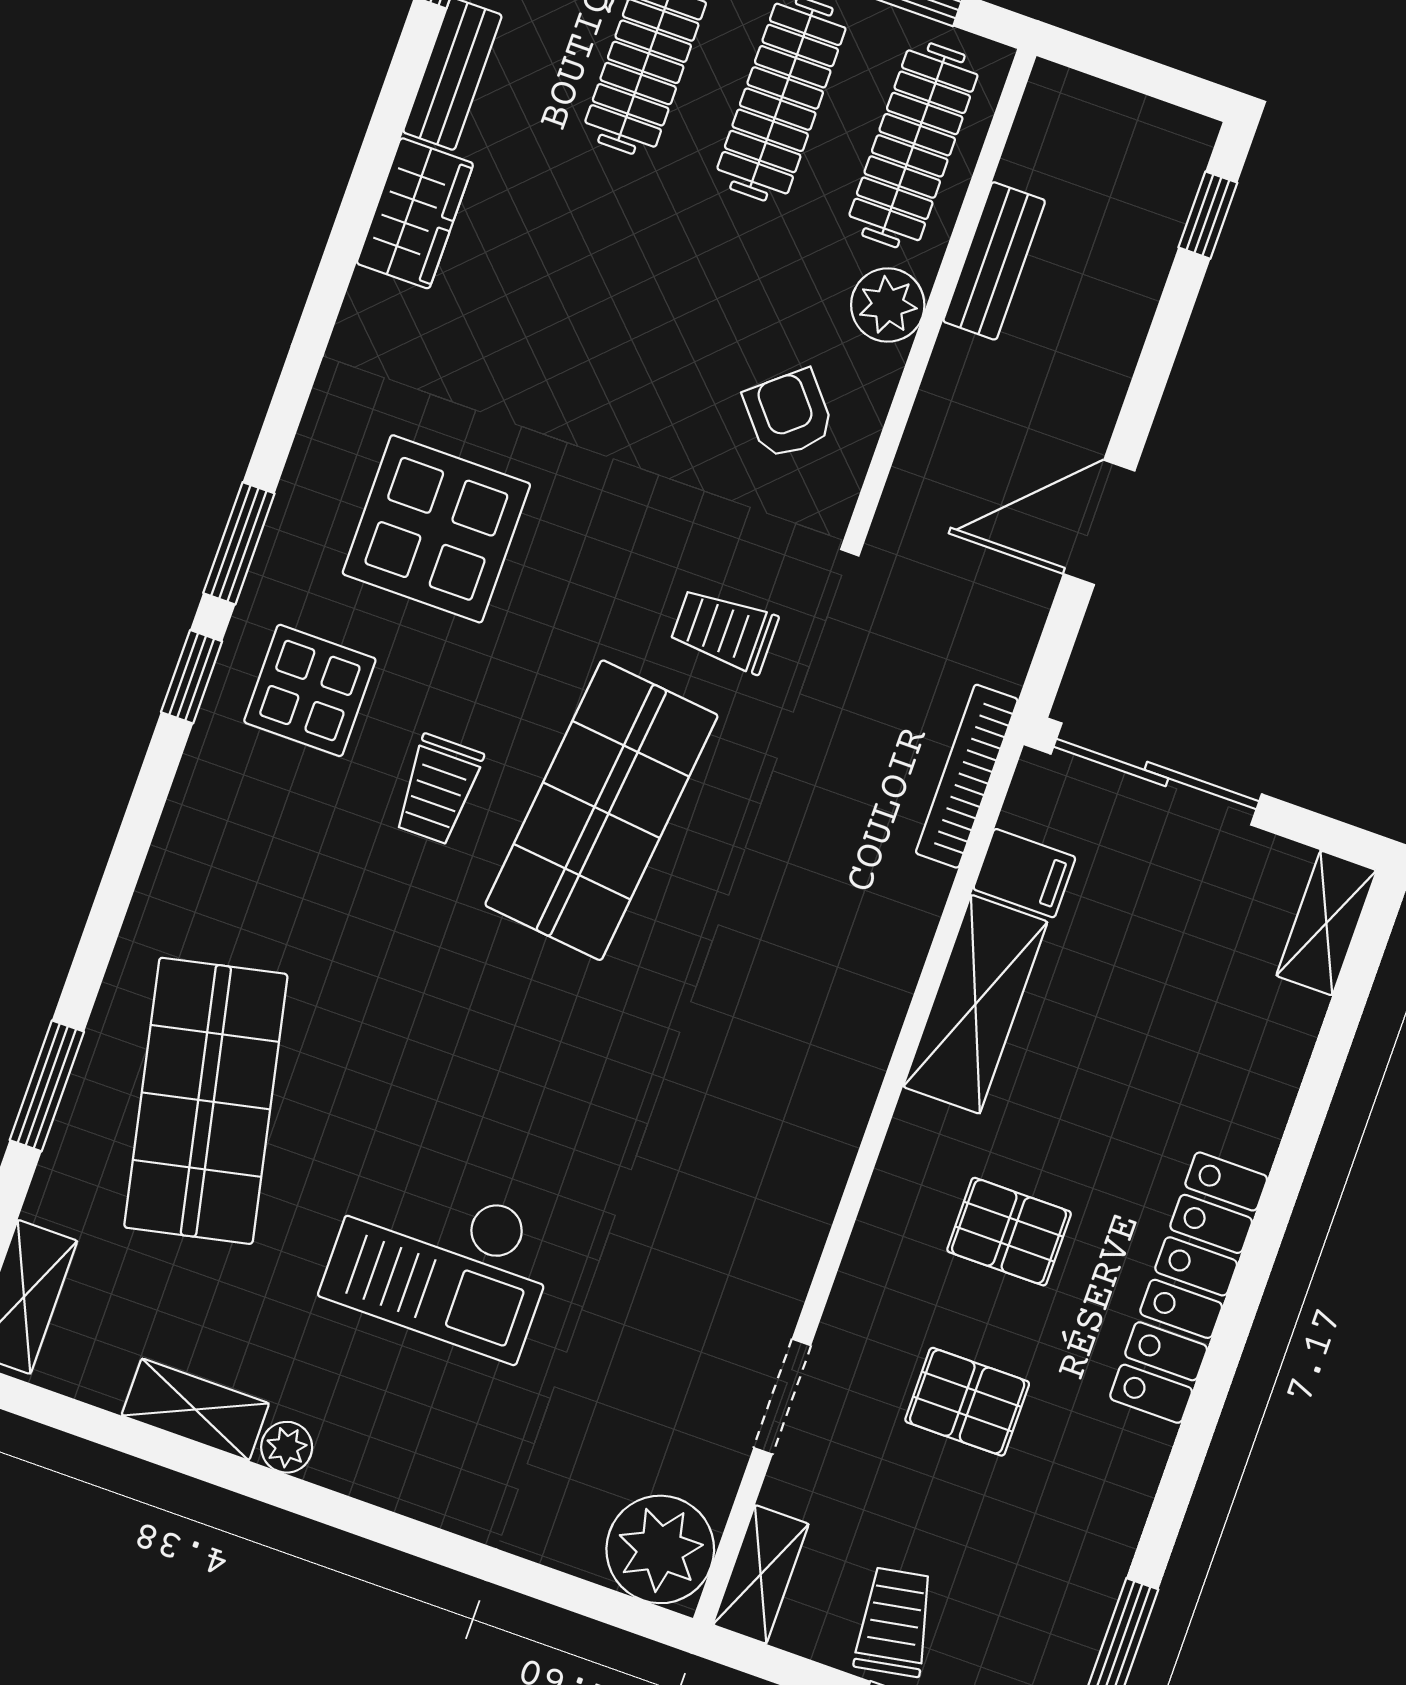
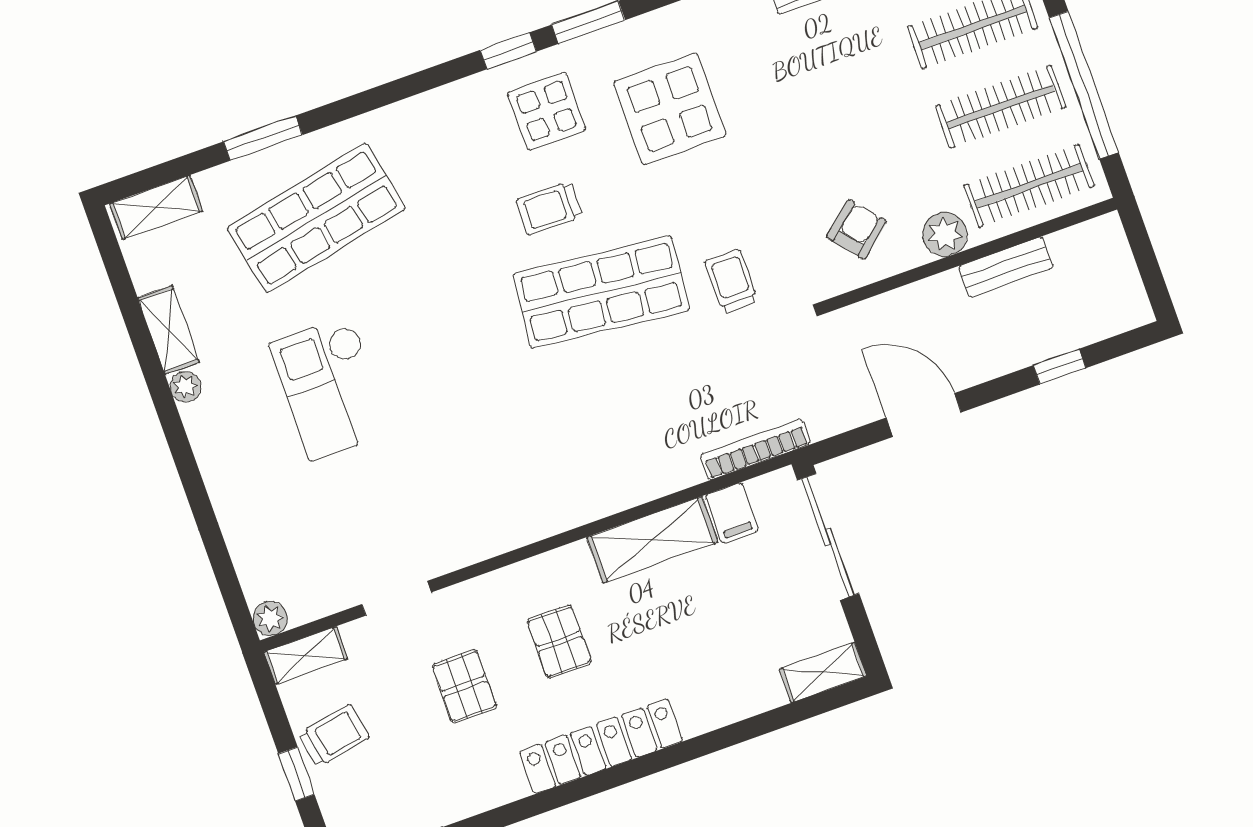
window: (1208, 215) -> (1060, 367), moved
plant: (660, 1549) -> (270, 619), width x0.53, depth x0.53

